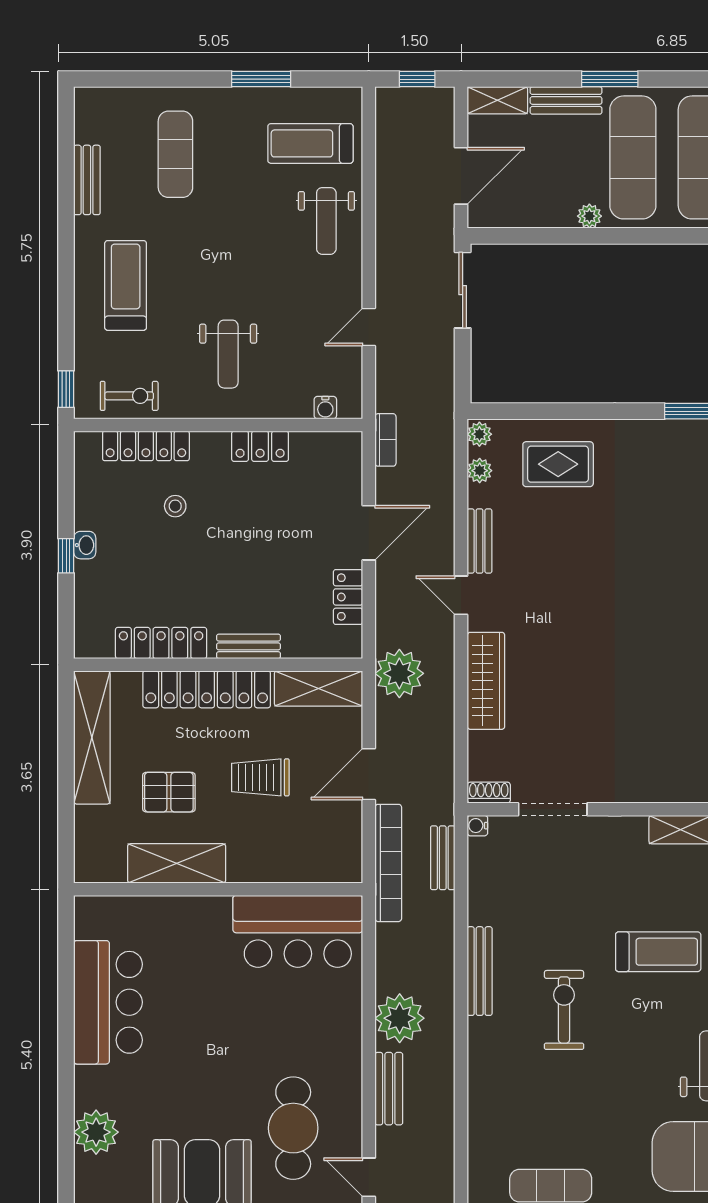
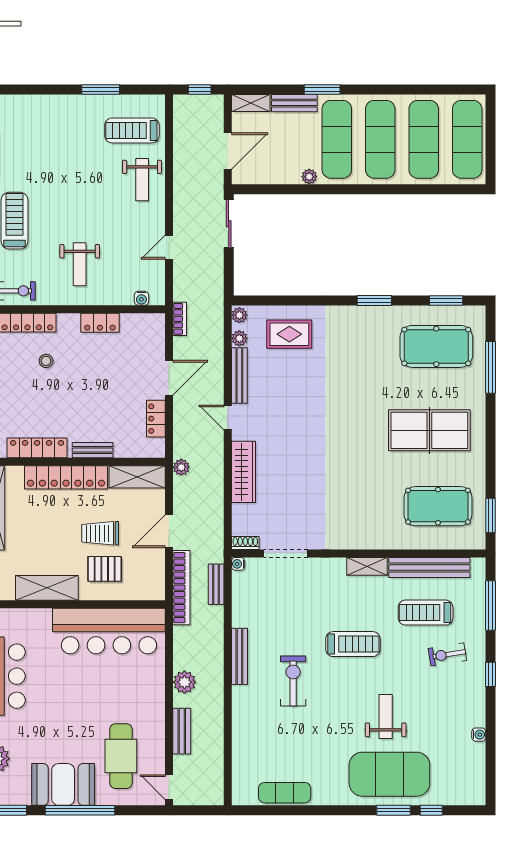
exercise mat: (175, 154) -> (46, 137), removed
bench: (480, 541) -> (239, 376), width x1.36
plant: (399, 673) -> (181, 467), width x0.53, depth x0.53
pallet: (169, 792) -> (105, 569), moved
bar counter: (298, 931) -> (109, 631), width x1.36
plant: (400, 1018) -> (184, 682), width x0.73, depth x0.73

